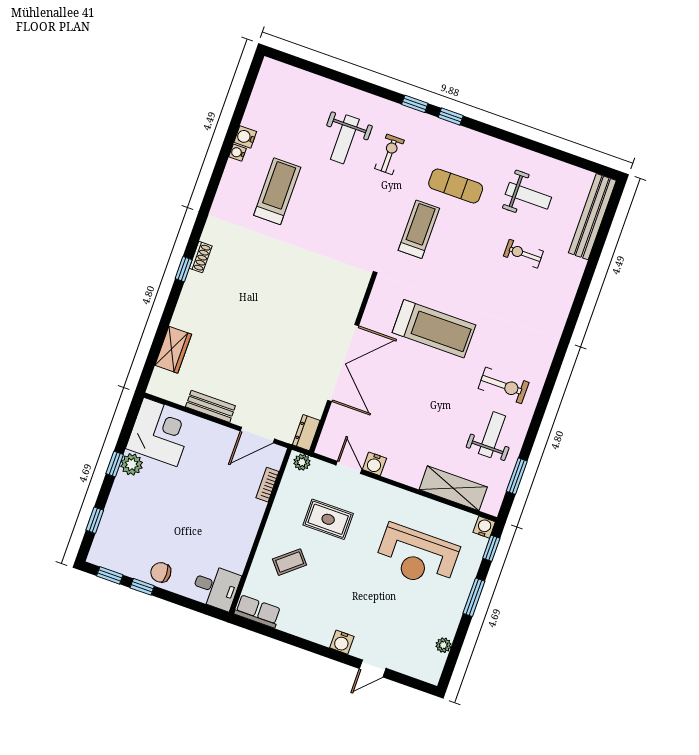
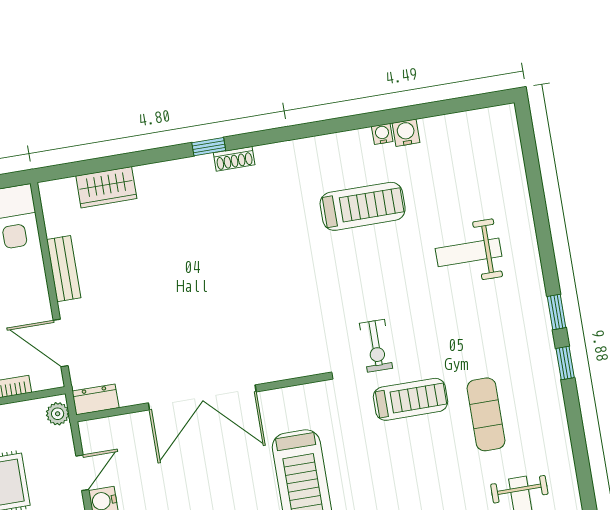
exercise bike: (389, 154) -> (376, 346), moved, turned 90

